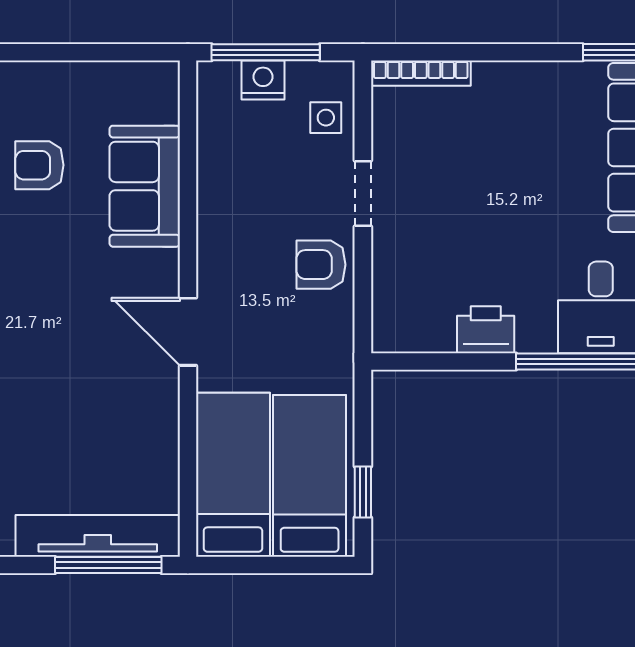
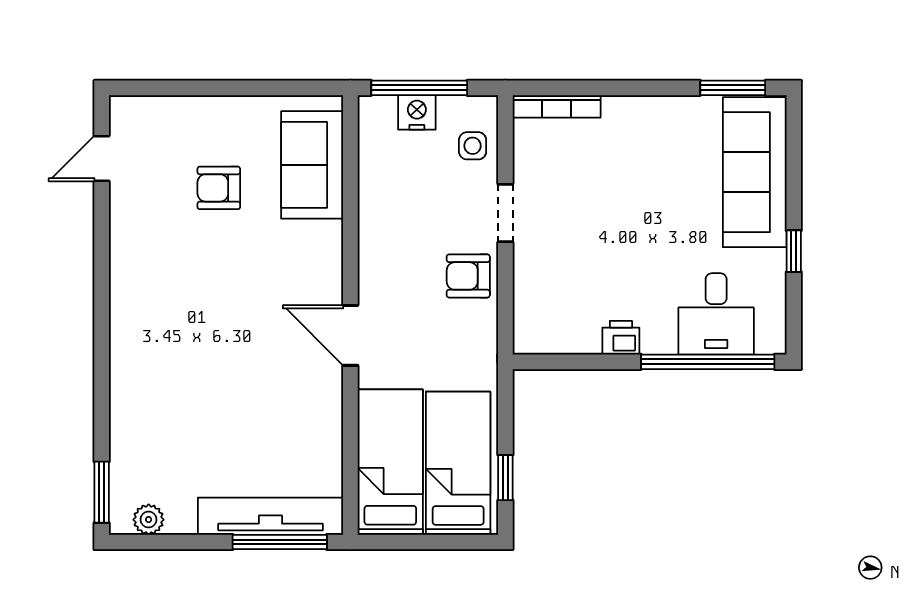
sofa: (145, 186) -> (312, 165), moved
printer: (486, 330) -> (621, 338), width x0.73, depth x0.81

